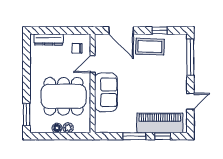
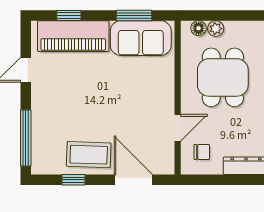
sofa: (106, 92) -> (141, 38), moved, turned -90
dining table: (64, 96) -> (223, 77), width x0.73
floor lamp: (57, 128) -> (199, 28), moved
window: (134, 136) -> (134, 15), moved

